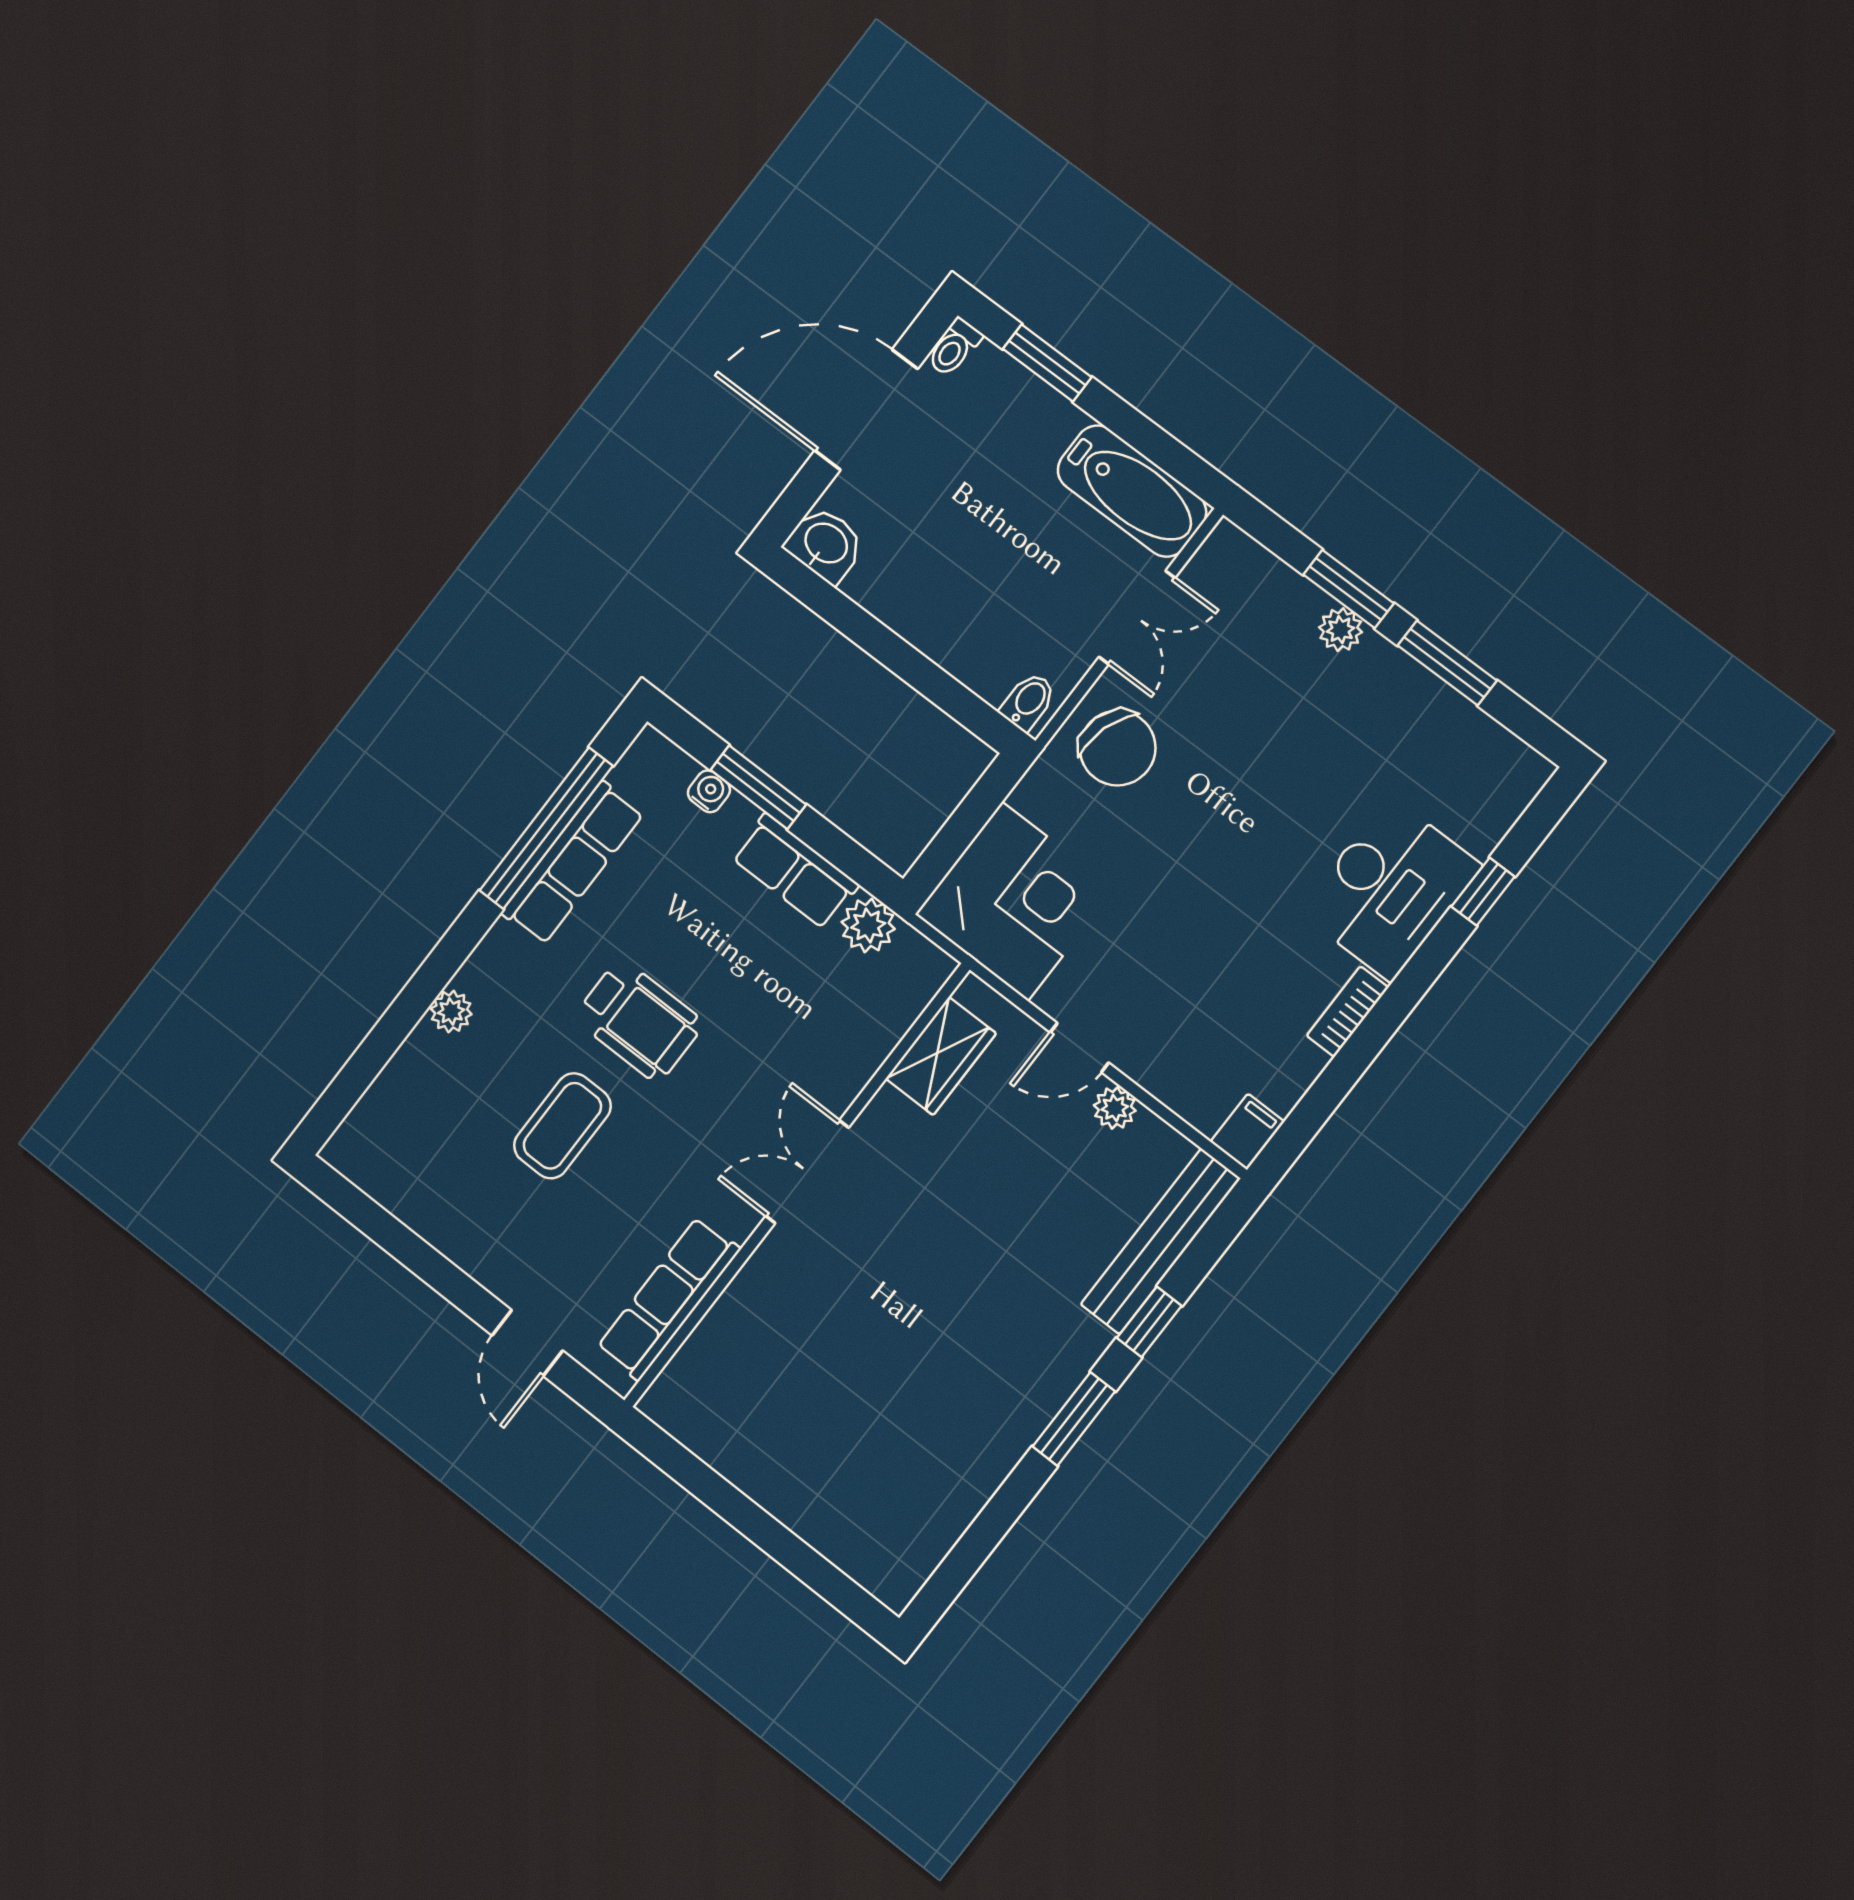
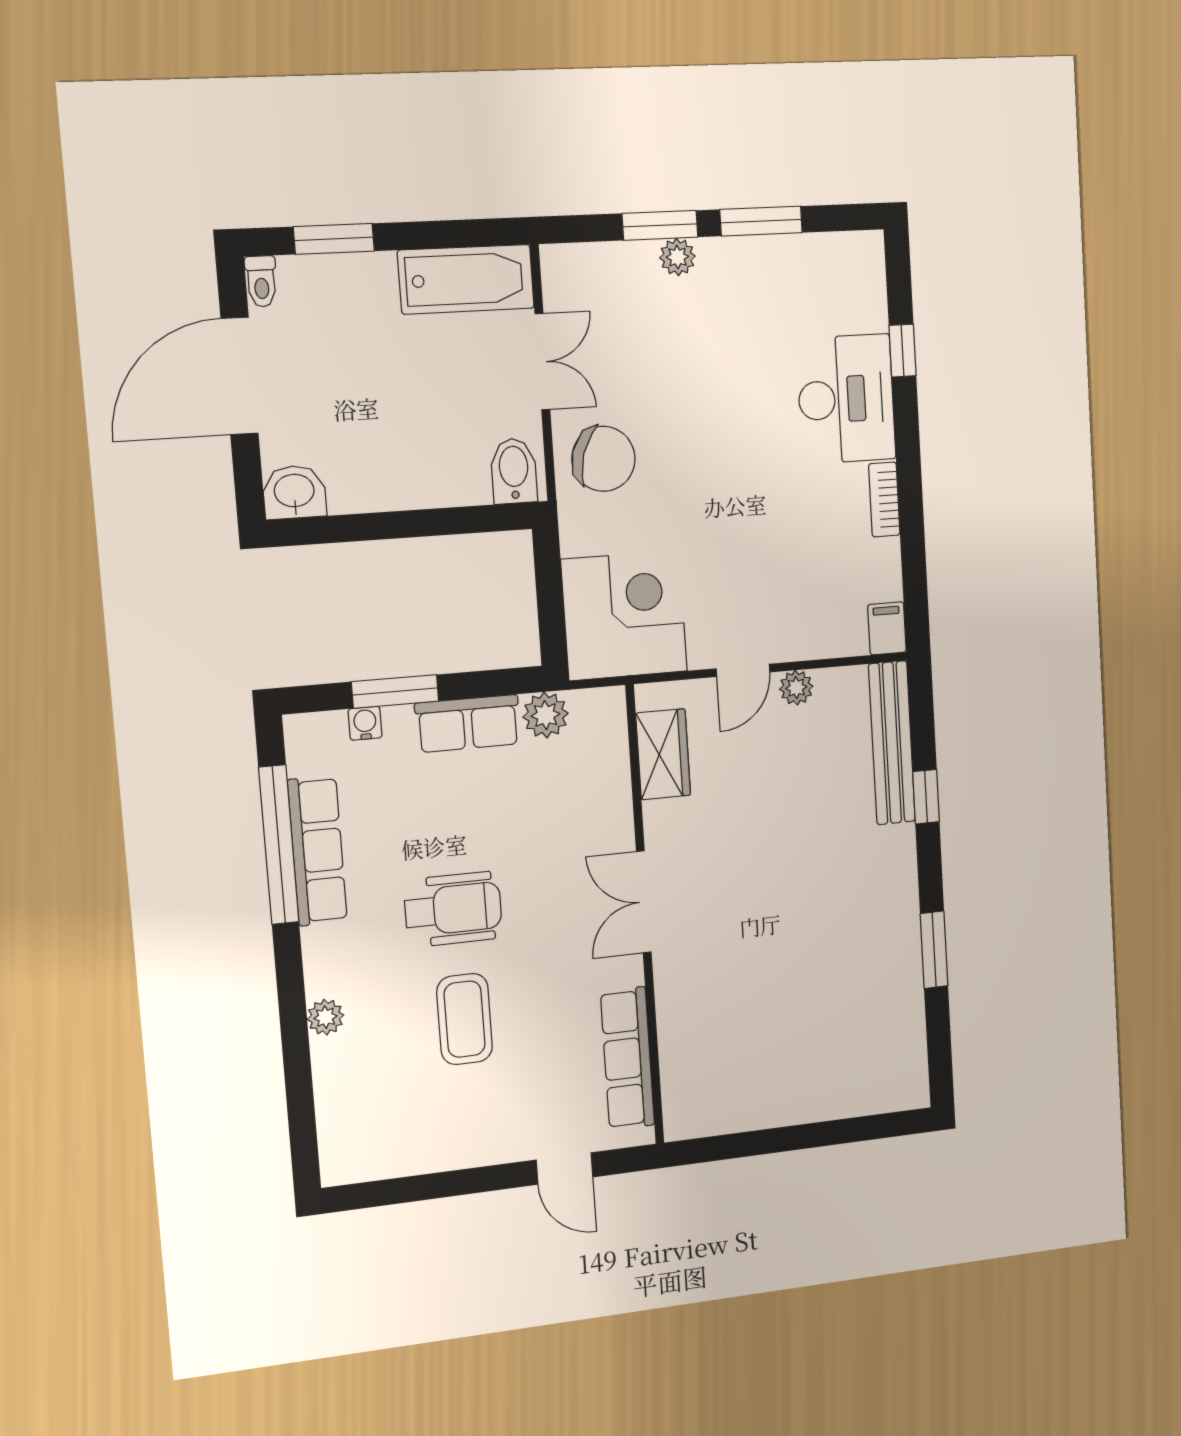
bidet: (1028, 701) -> (514, 471), width x1.38, depth x1.36
window: (1074, 1419) -> (934, 950), moved

